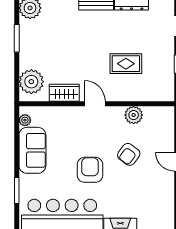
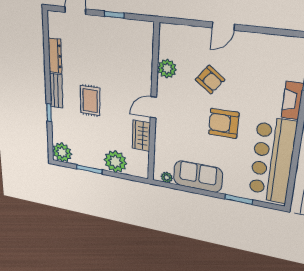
rug: (126, 64) -> (90, 101), moved
plant: (31, 82) -> (115, 162), moved

